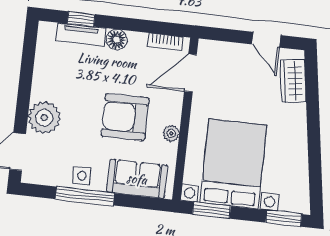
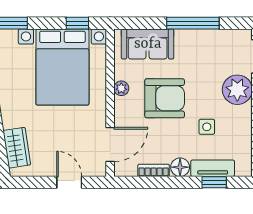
door: (266, 40) -> (69, 182), moved
bookcase: (165, 42) -> (154, 170), moved
side table: (82, 176) -> (207, 127), moved
window: (212, 210) -> (77, 23), width x0.67

